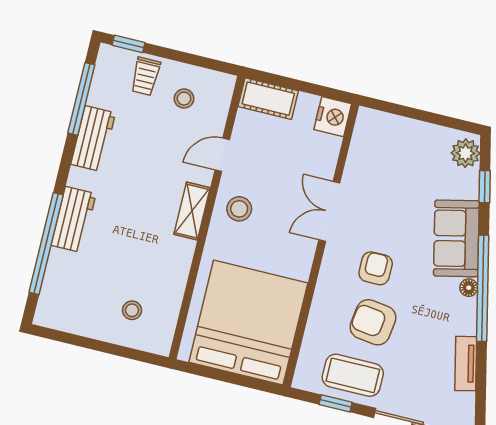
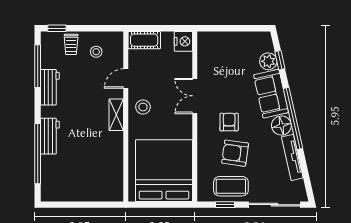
plant: (466, 153) -> (268, 61), moved
floor lamp: (469, 288) -> (281, 126), width x1.89, depth x1.89
stool: (132, 310) -> (96, 180), removed
tv unit: (466, 364) -> (292, 157), width x1.41

